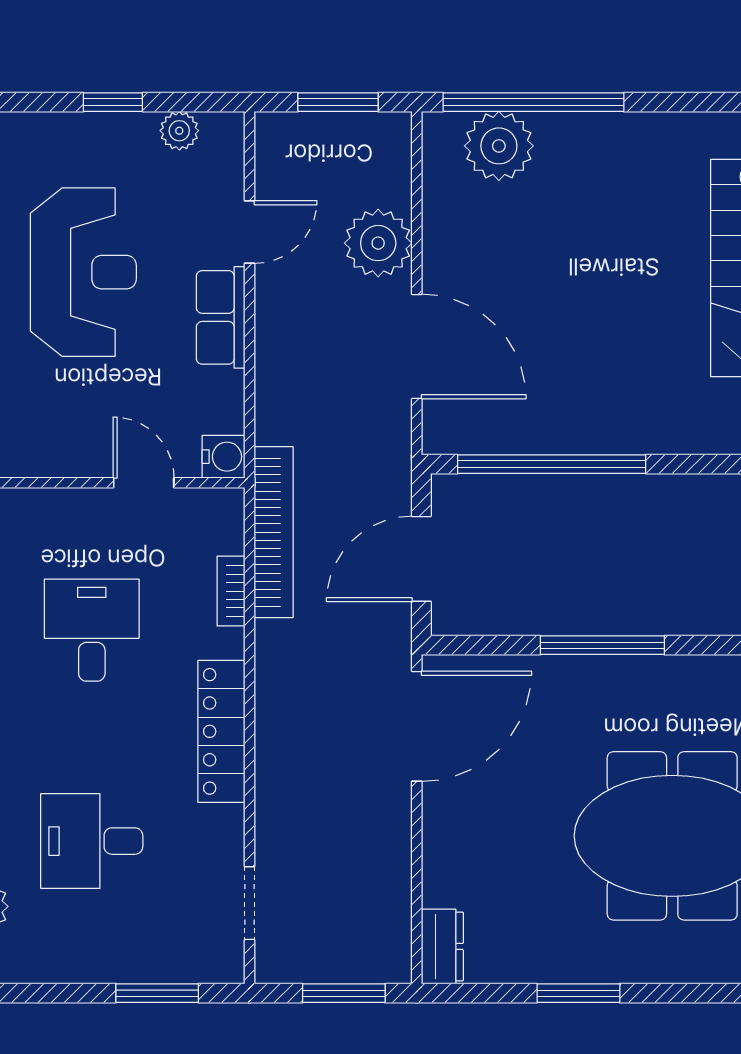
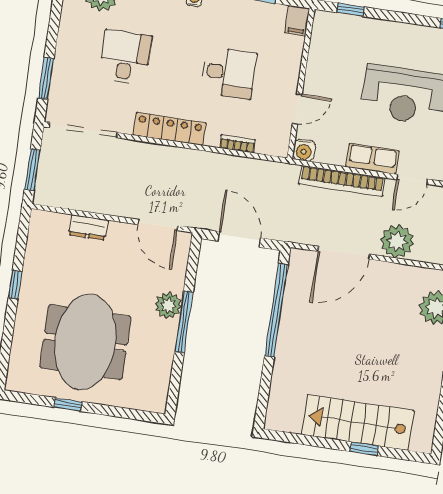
door: (250, 232) -> (412, 179), hinge flipped
bookcase: (274, 532) -> (342, 181), moved
plant: (574, 681) -> (168, 305), added
door: (417, 726) -> (158, 225), width x0.73
doorway: (250, 903) -> (83, 130), width x1.88
dresser: (442, 946) -> (88, 227), moved
window: (579, 993) -> (15, 285), width x0.67

